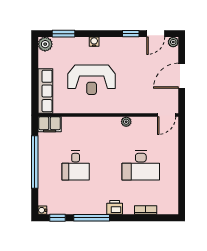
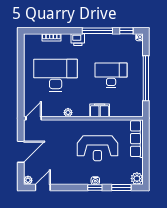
window: (131, 34) -> (95, 187), moved
reception desk: (92, 80) -> (97, 148), turned 180
filing cabinet: (50, 124) -> (100, 110), moved
desk: (76, 166) -> (111, 75), width x1.37
desk: (141, 166) -> (56, 75), width x1.36, depth x1.30

